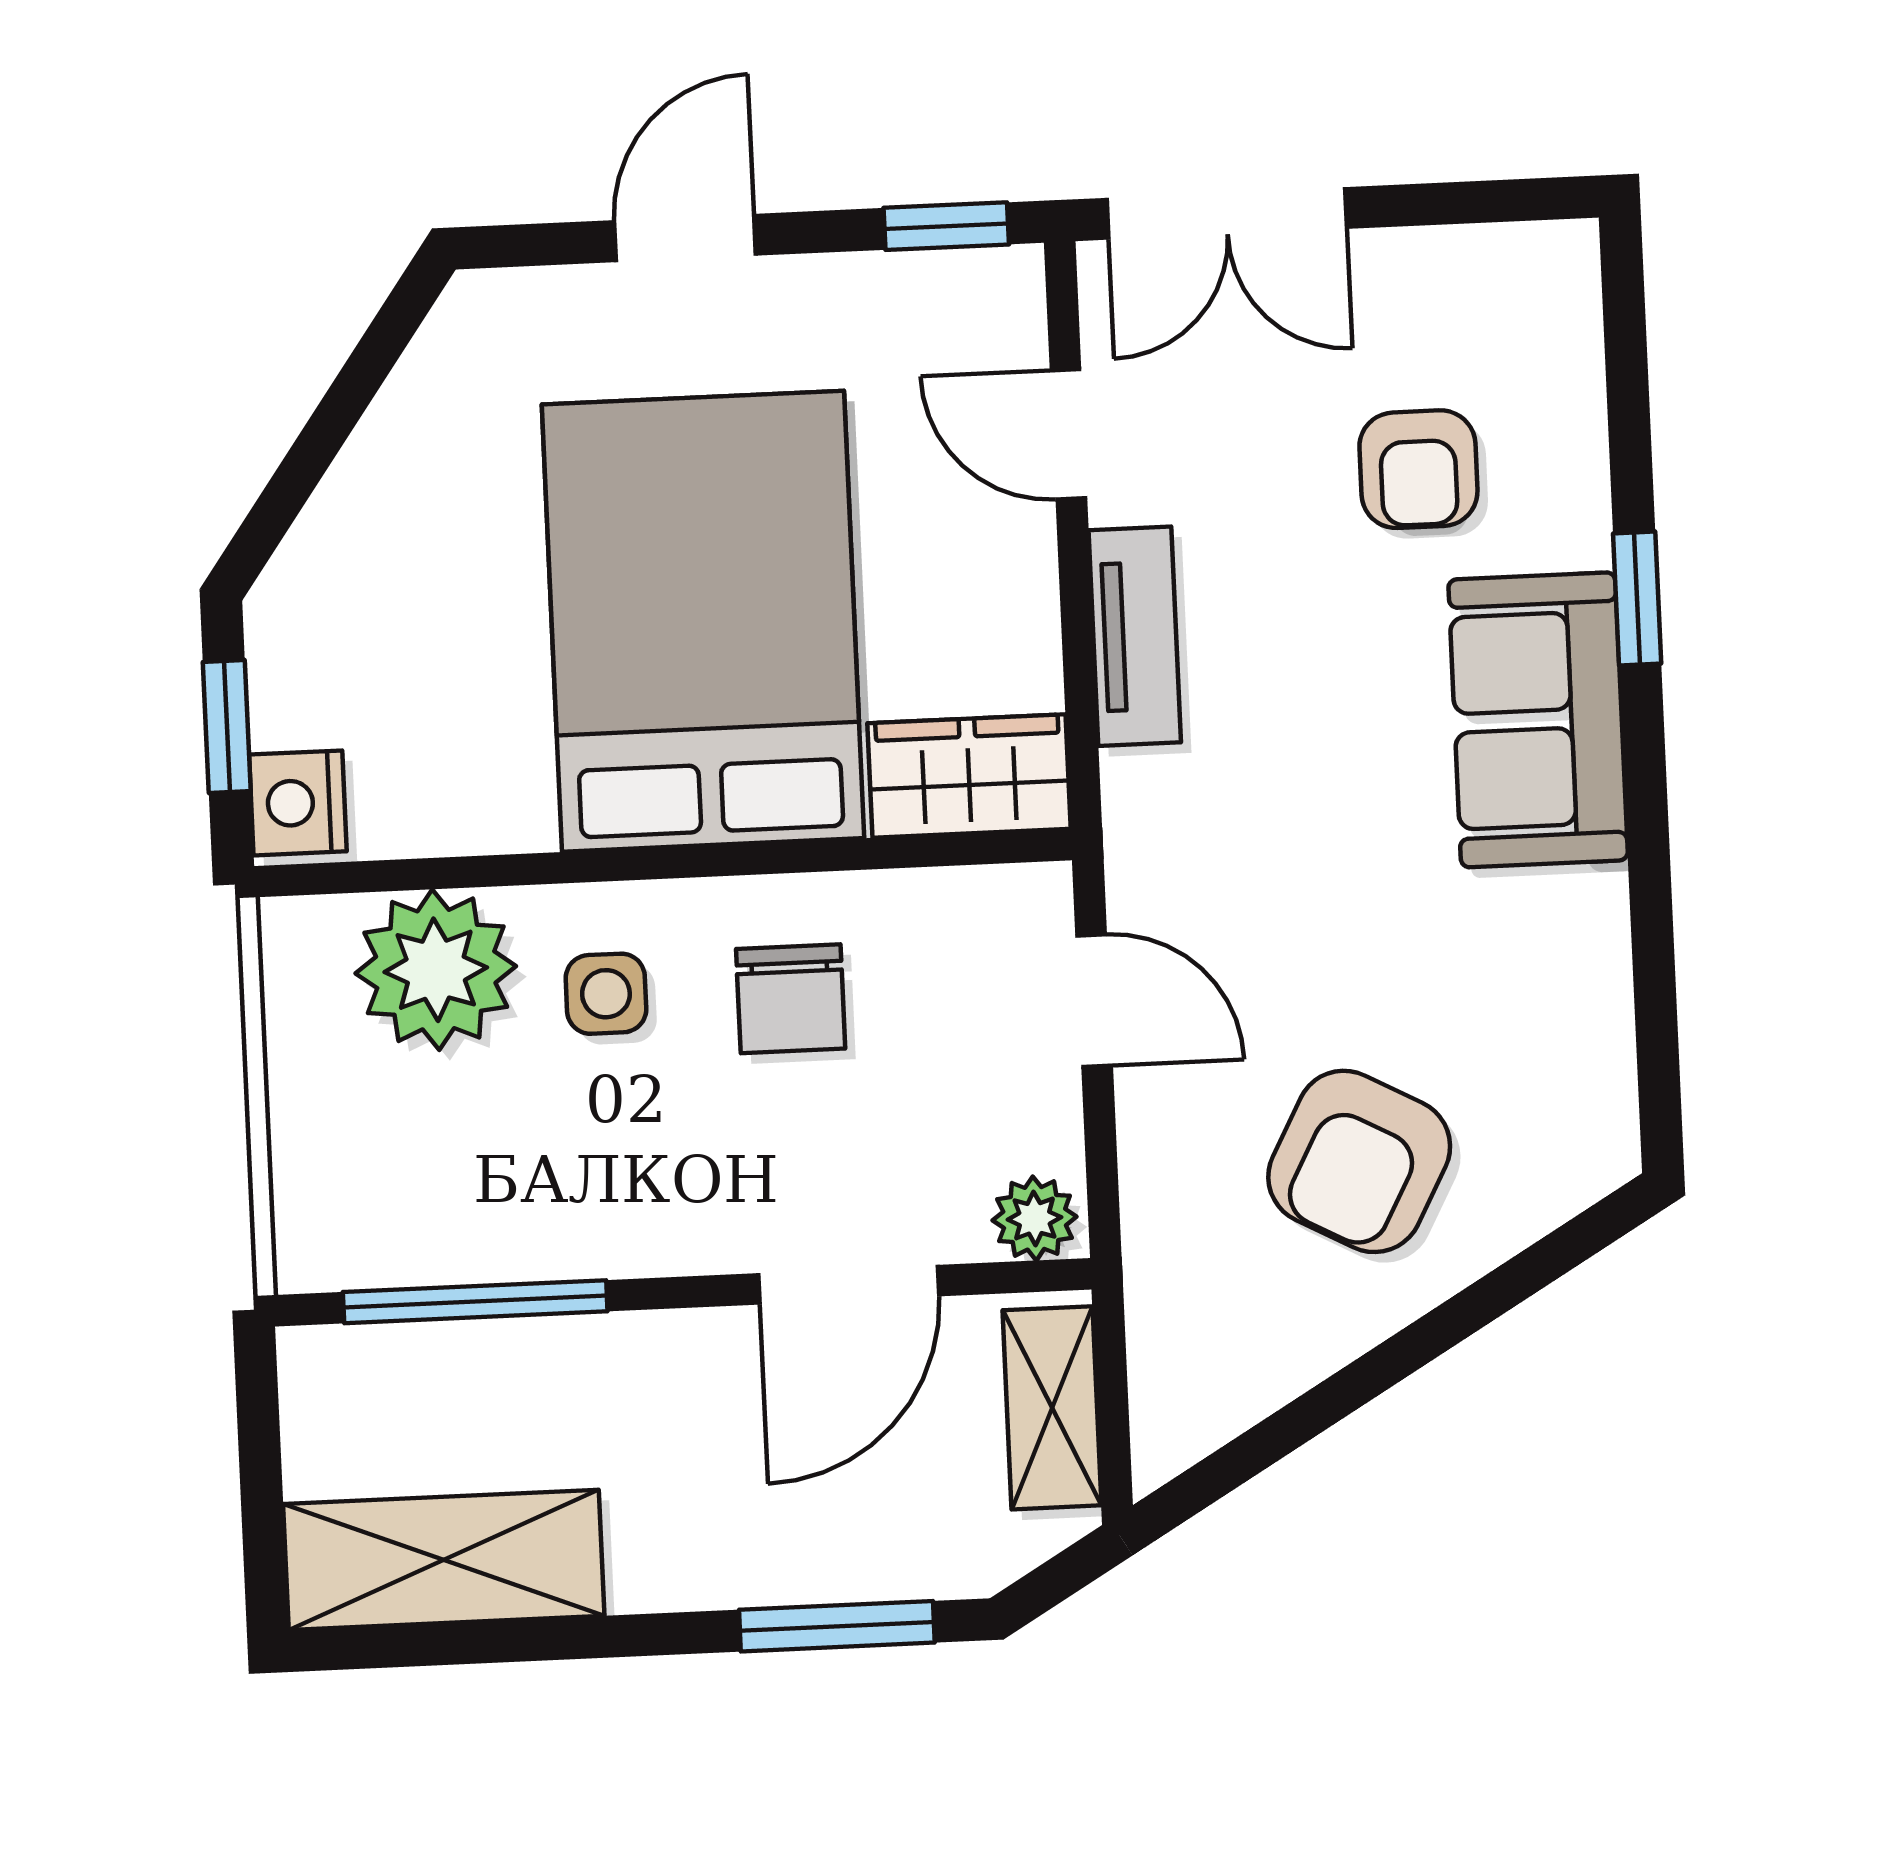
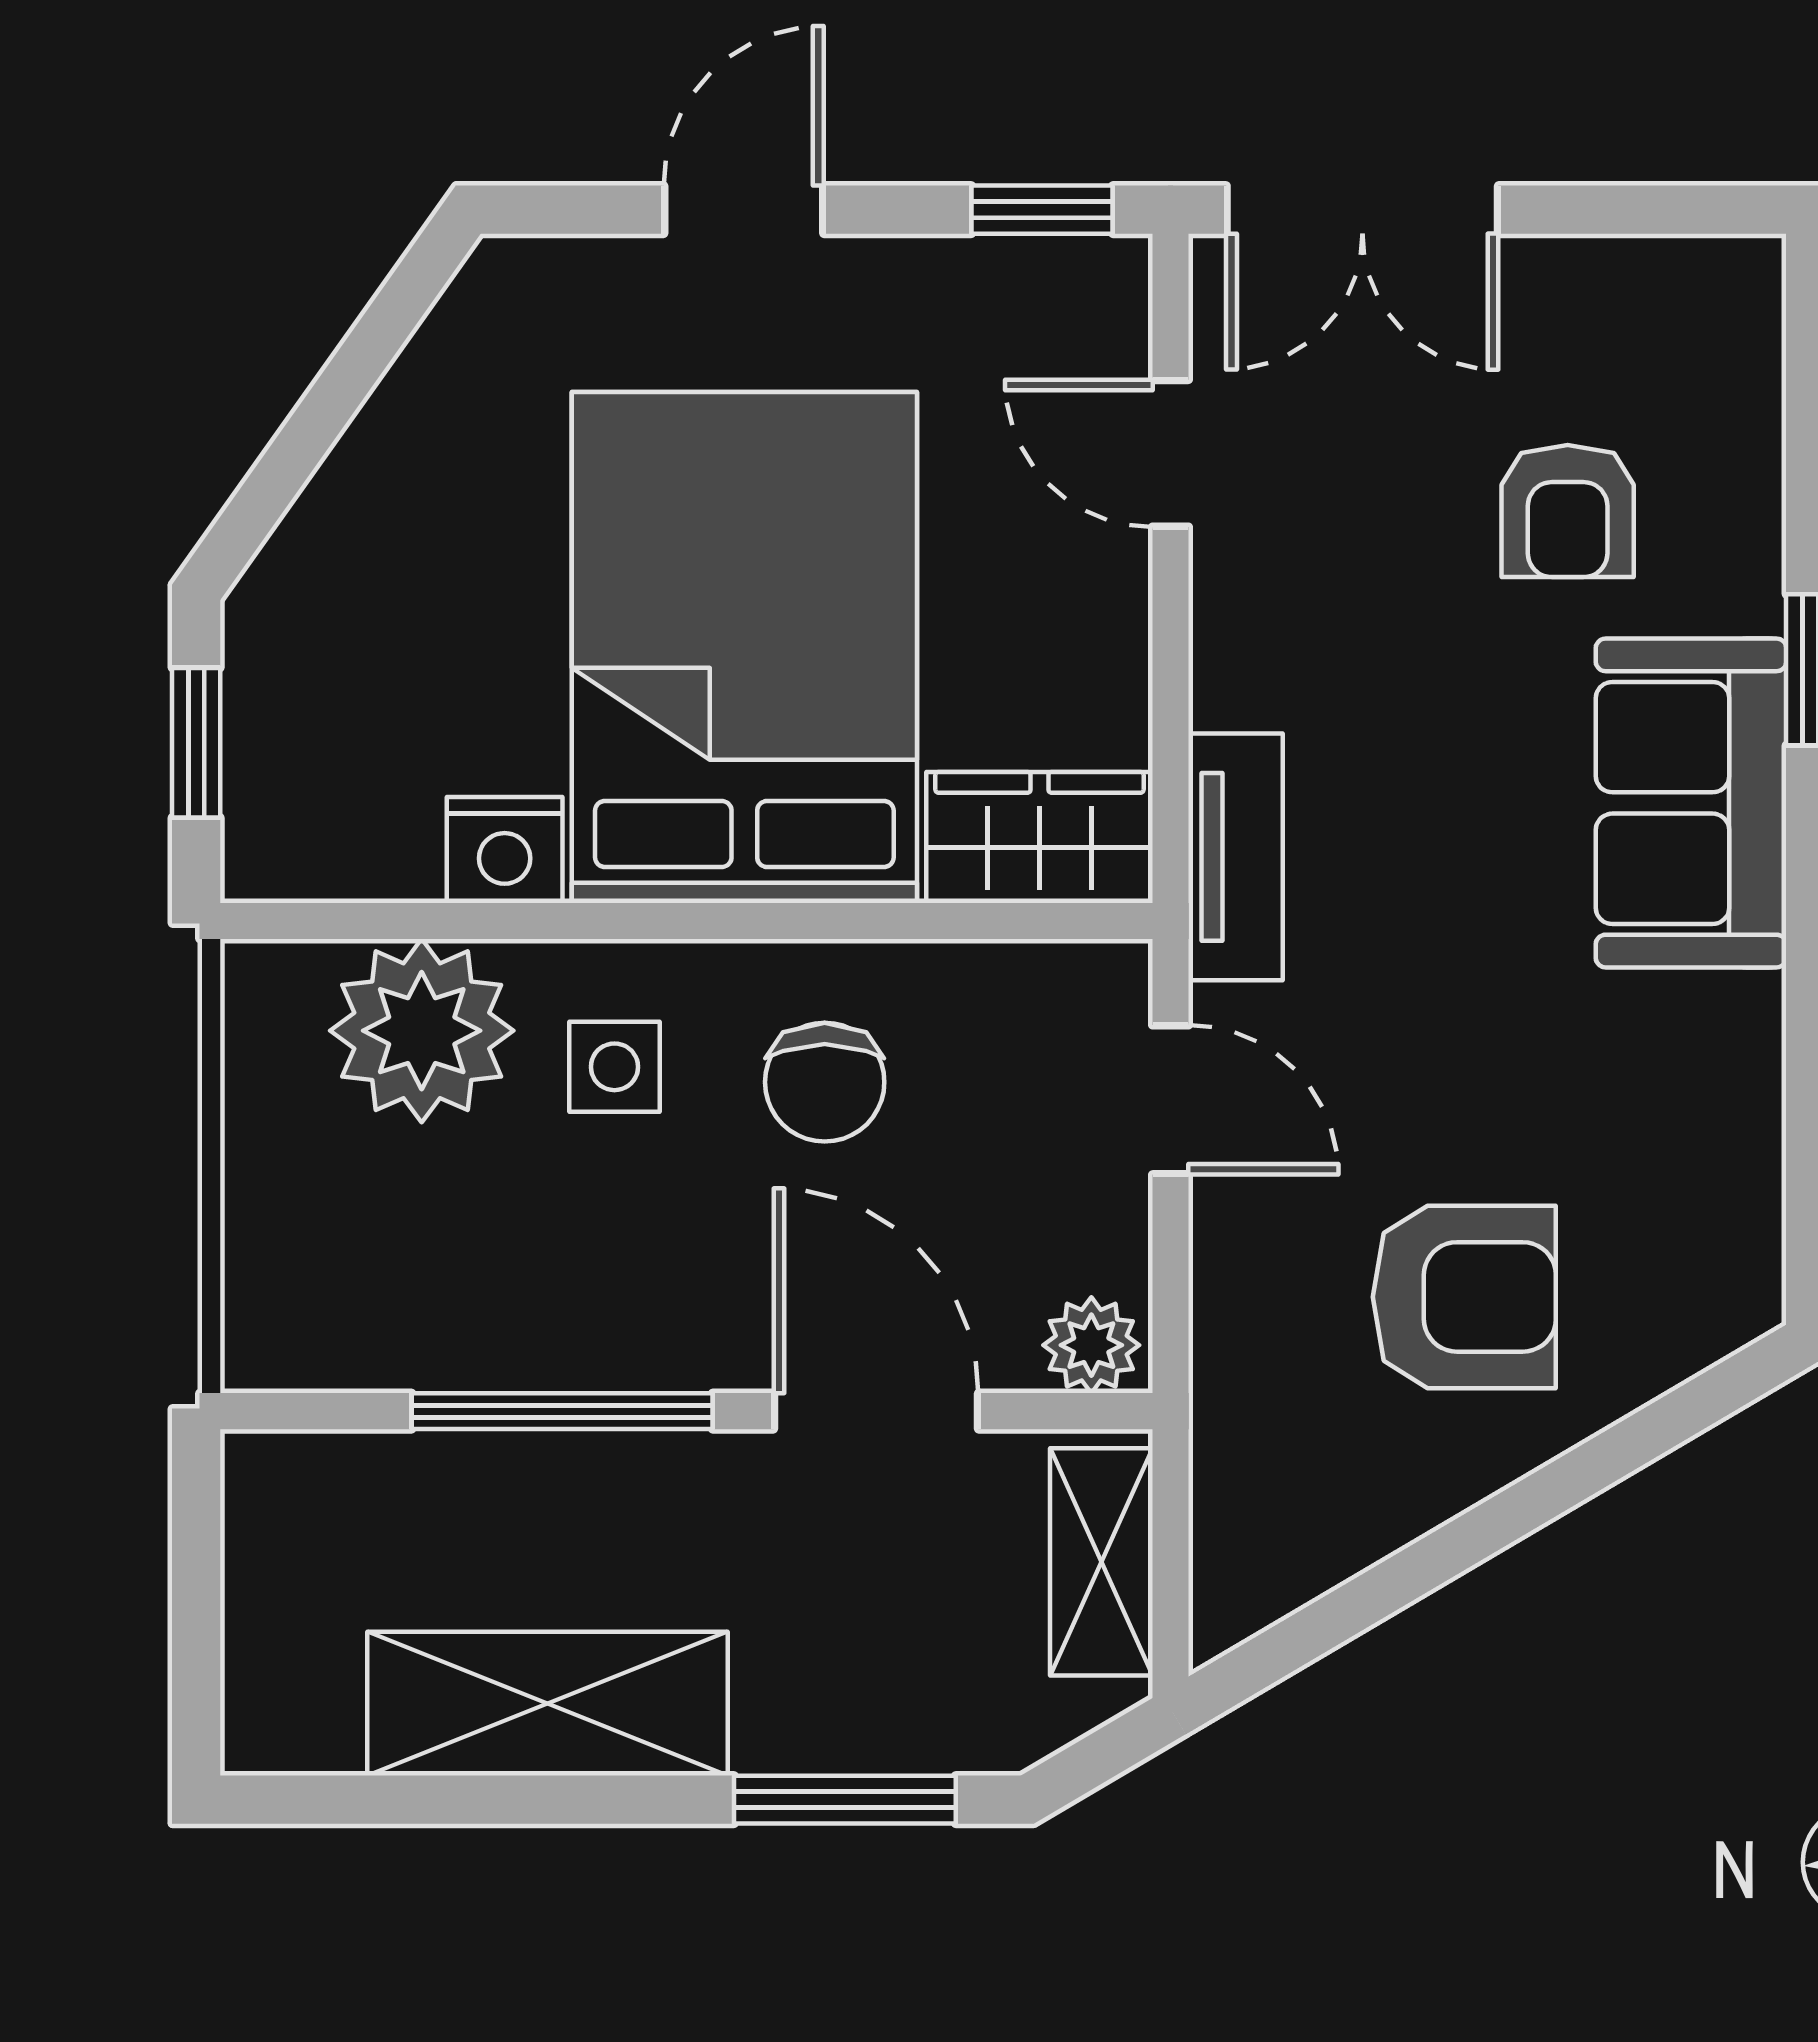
tv unit: (1135, 636) -> (1236, 857), moved
nightstand: (298, 803) -> (505, 850), moved, turned -90
armchair: (1359, 1161) -> (1464, 1297), turned -118
door: (849, 1285) -> (876, 1411), swing flipped
window: (475, 1302) -> (562, 1411), moved
shelving: (444, 1560) -> (548, 1704), moved

